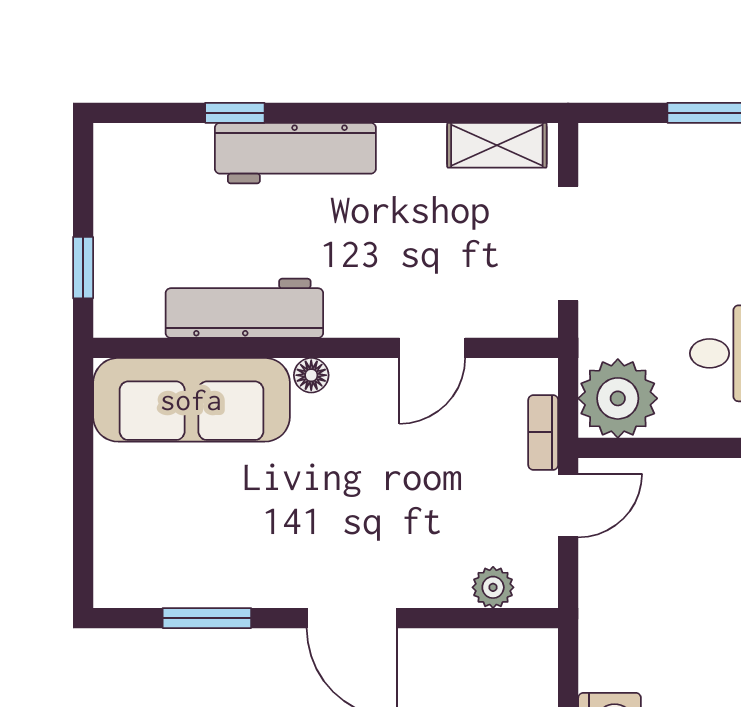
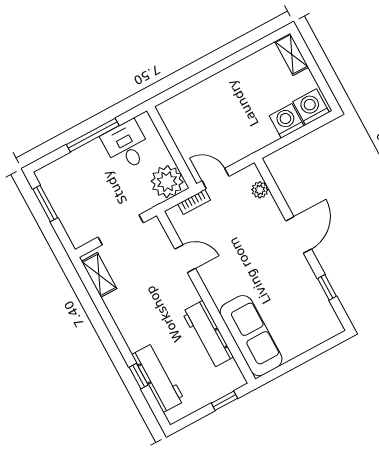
workbench: (295, 153) -> (158, 378), moved
floor lamp: (311, 375) -> (219, 297), removed
window: (207, 618) -> (327, 287), width x0.67

